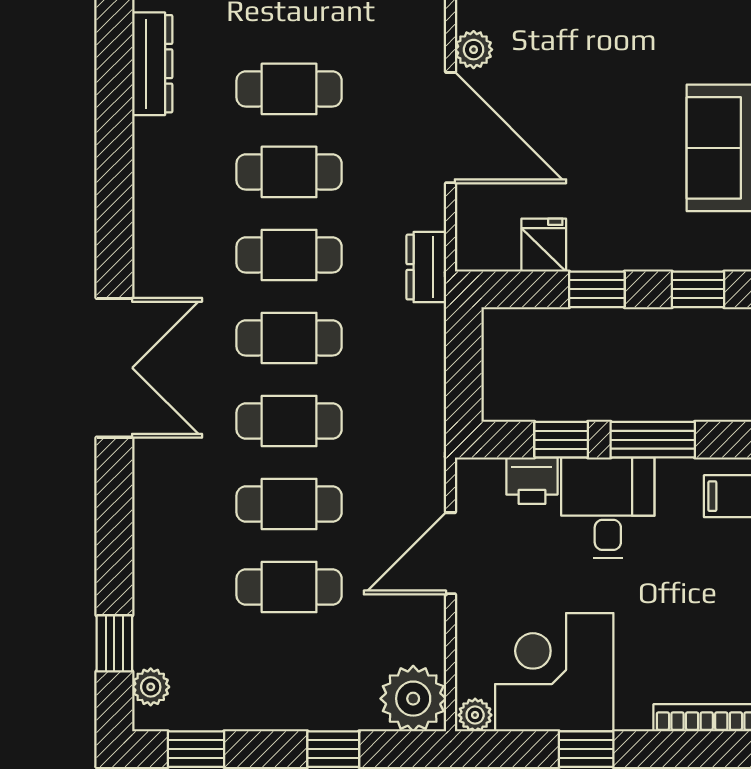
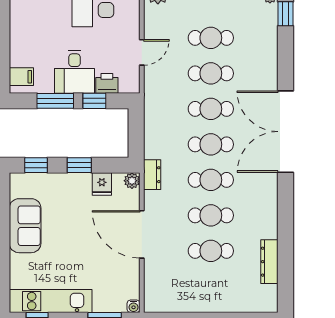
plant: (474, 50) -> (132, 181), moved
double door: (114, 368) -> (286, 132), width x1.36
door: (450, 553) -> (142, 52), width x0.73

